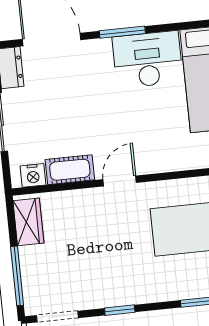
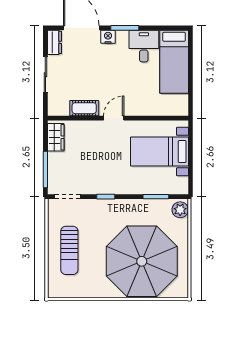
desk: (148, 59) -> (144, 46), width x0.73
nightstand: (33, 175) -> (108, 37), moved, turned 180

